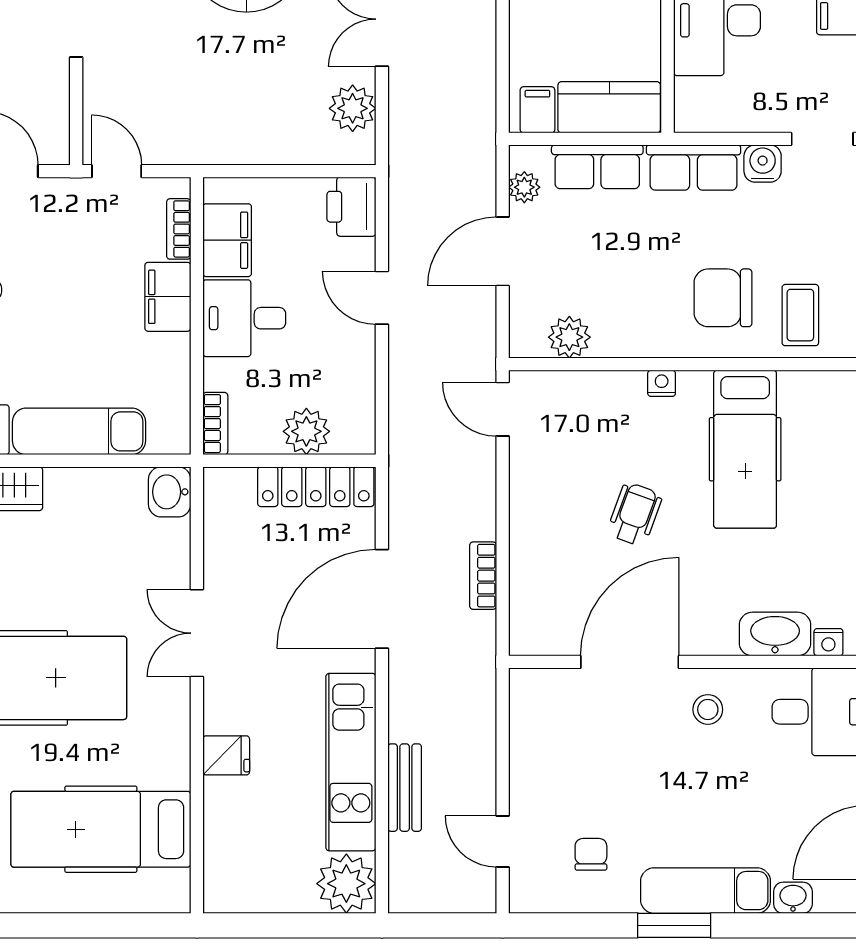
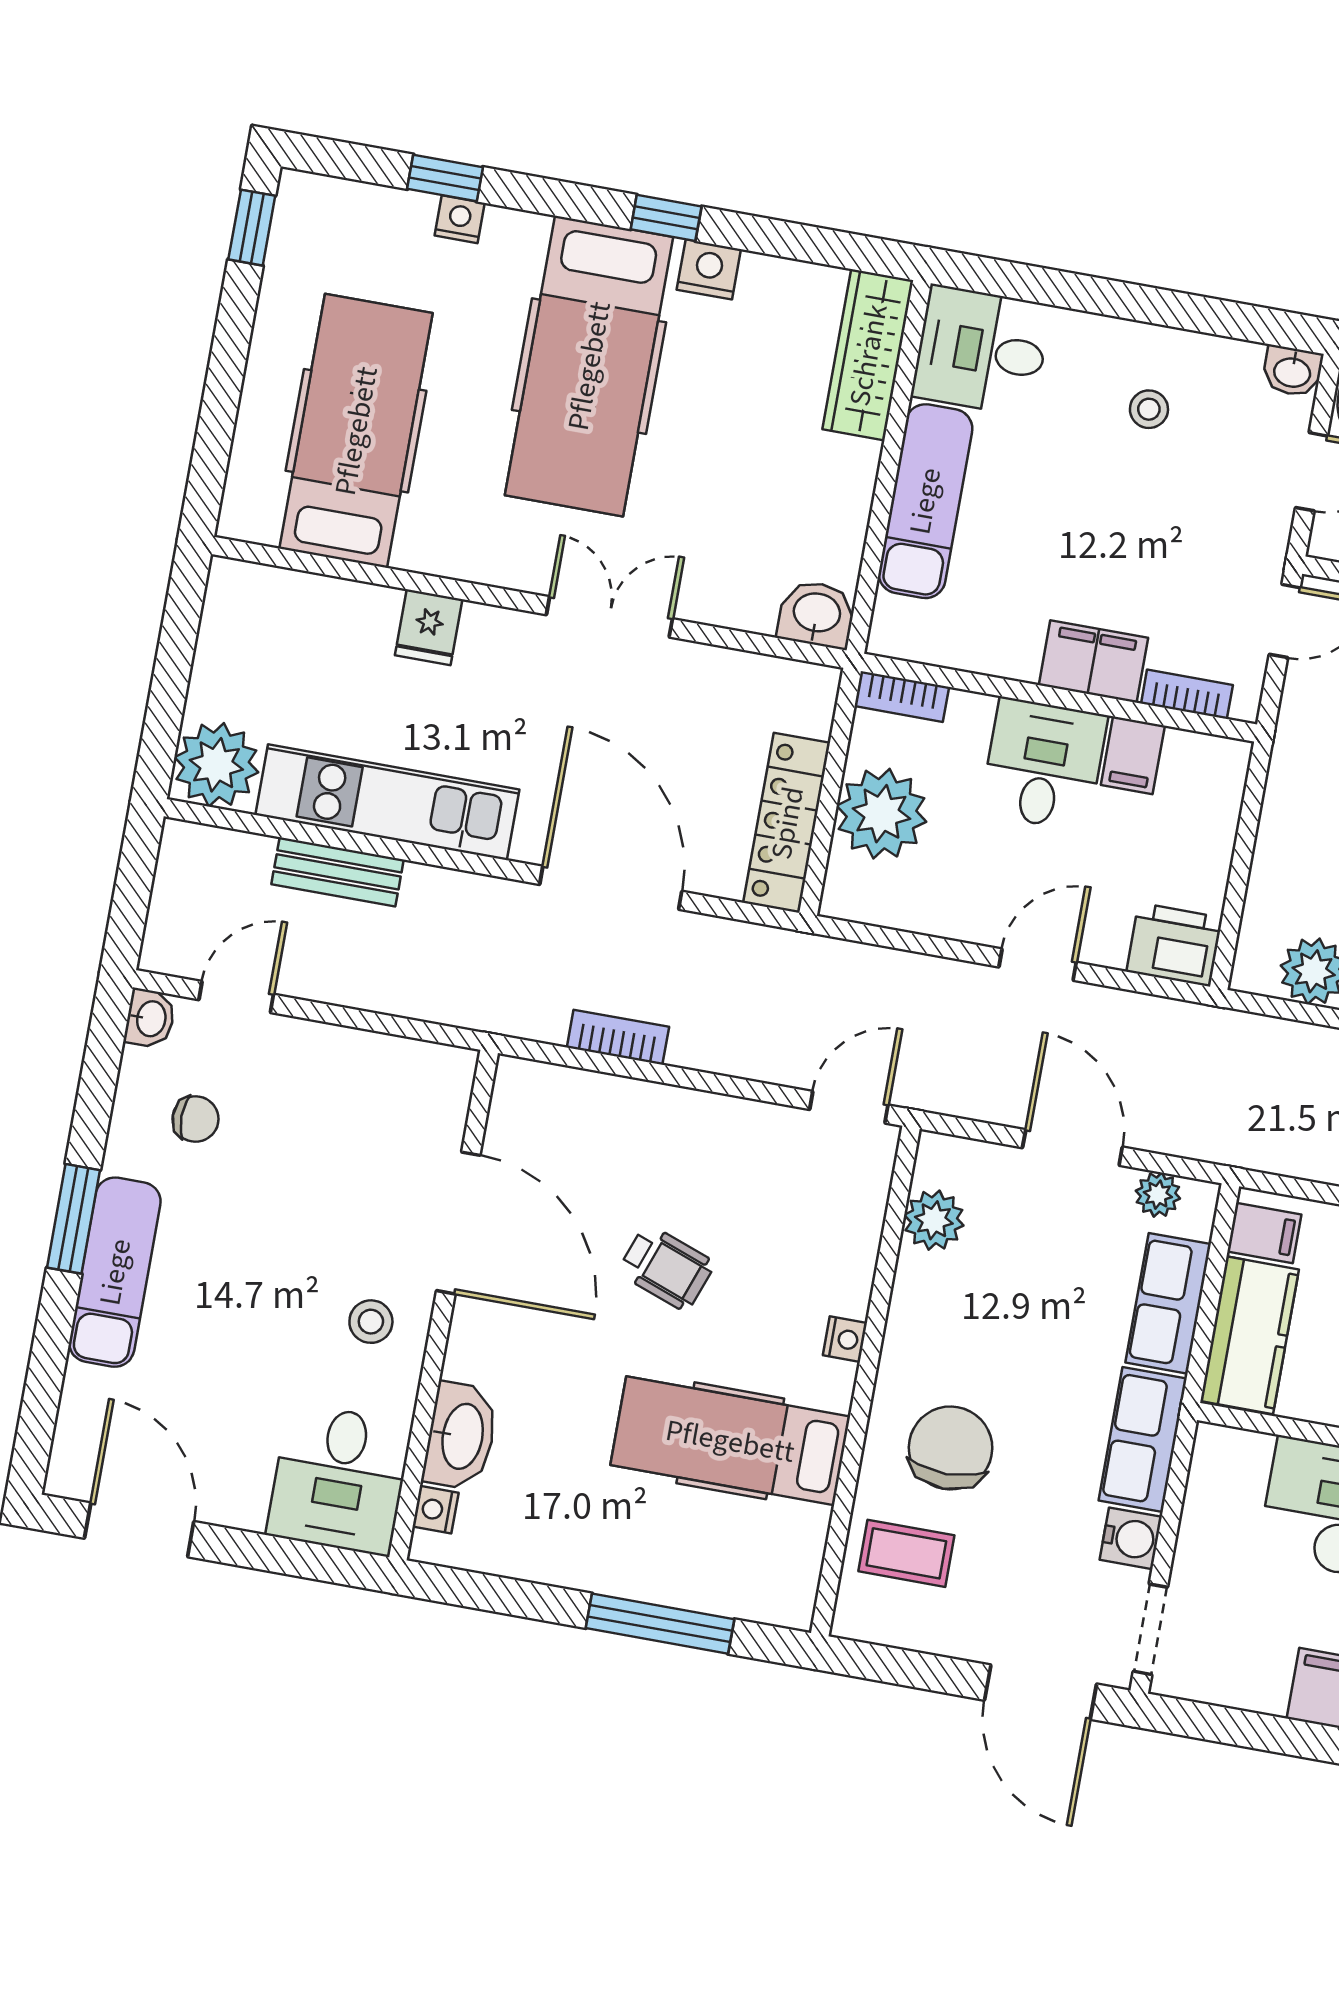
filing cabinet: (227, 240) -> (1133, 755), width x0.50
plant: (306, 431) -> (881, 814), width x1.36, depth x1.36
washbasin: (793, 898) -> (150, 1019), moved

